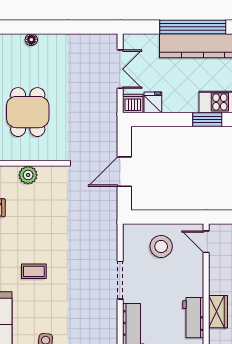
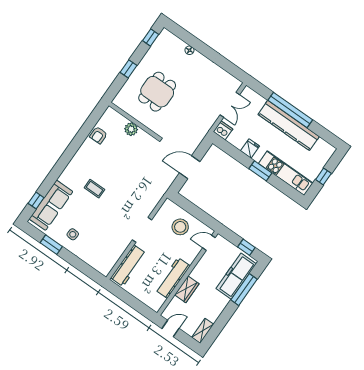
fridge: (153, 102) -> (250, 148), moved
door: (206, 242) -> (209, 243), hinge flipped
workbench: (193, 318) -> (173, 278), width x1.38

